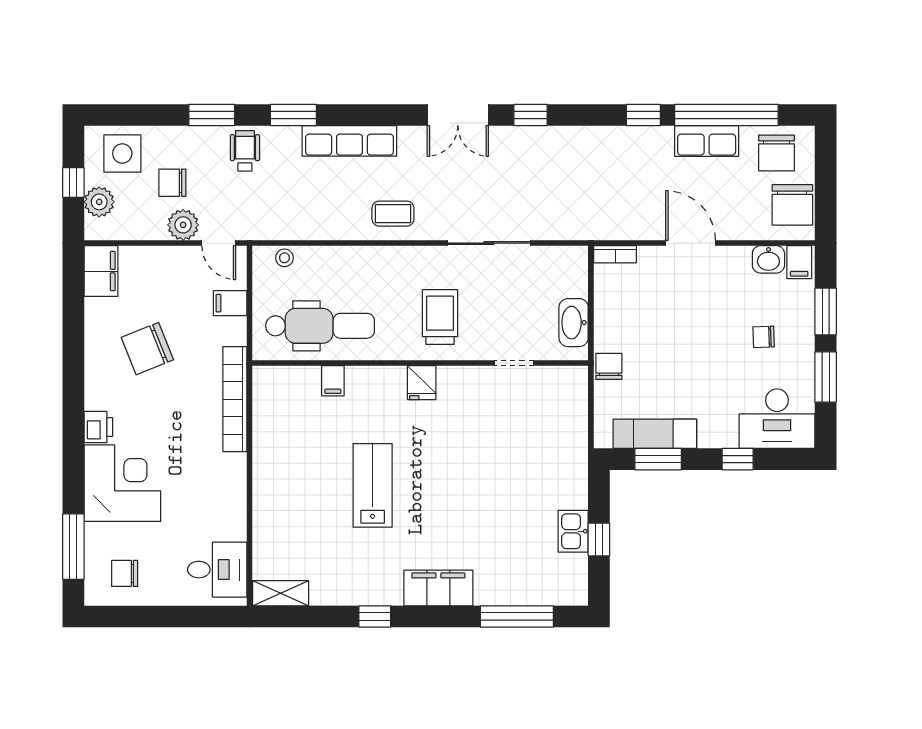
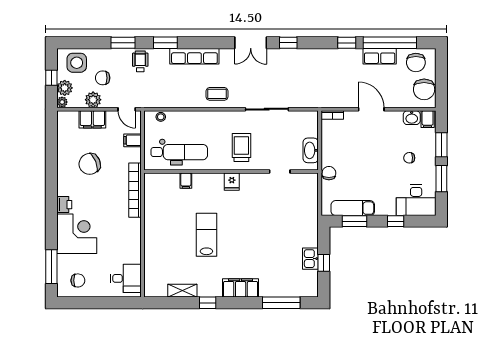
plant: (183, 225) -> (93, 100), moved
plant: (94, 229) -> (62, 102), added
filing cabinet: (101, 271) -> (92, 119), moved, turned 90
chair: (125, 573) -> (78, 280), turned 180
shelving: (281, 593) -> (182, 291), moved

